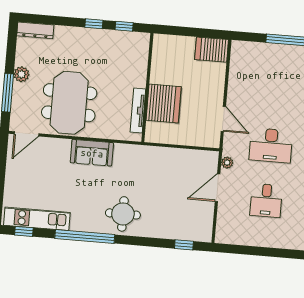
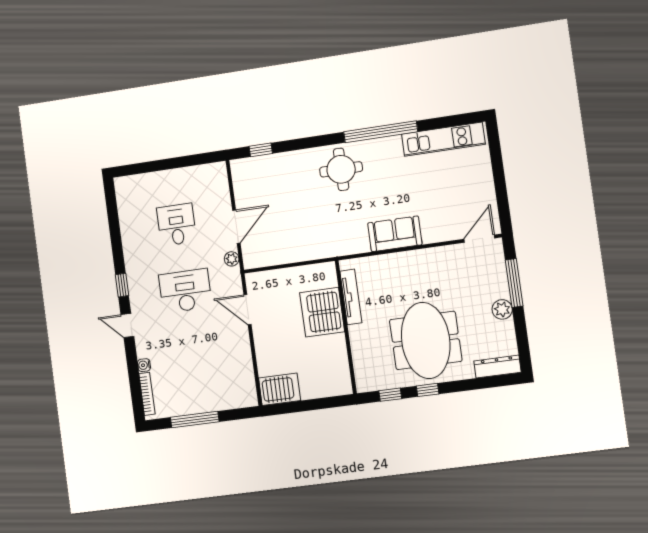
meeting table: (69, 103) -> (426, 340), moved
window: (24, 231) -> (456, 120), removed

